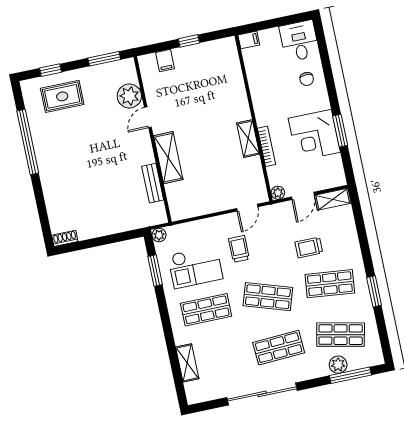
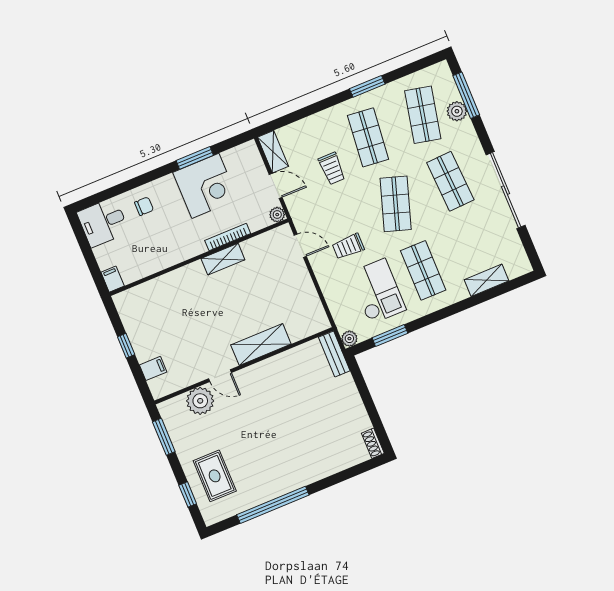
bench: (153, 183) -> (334, 354), moved, turned 90

